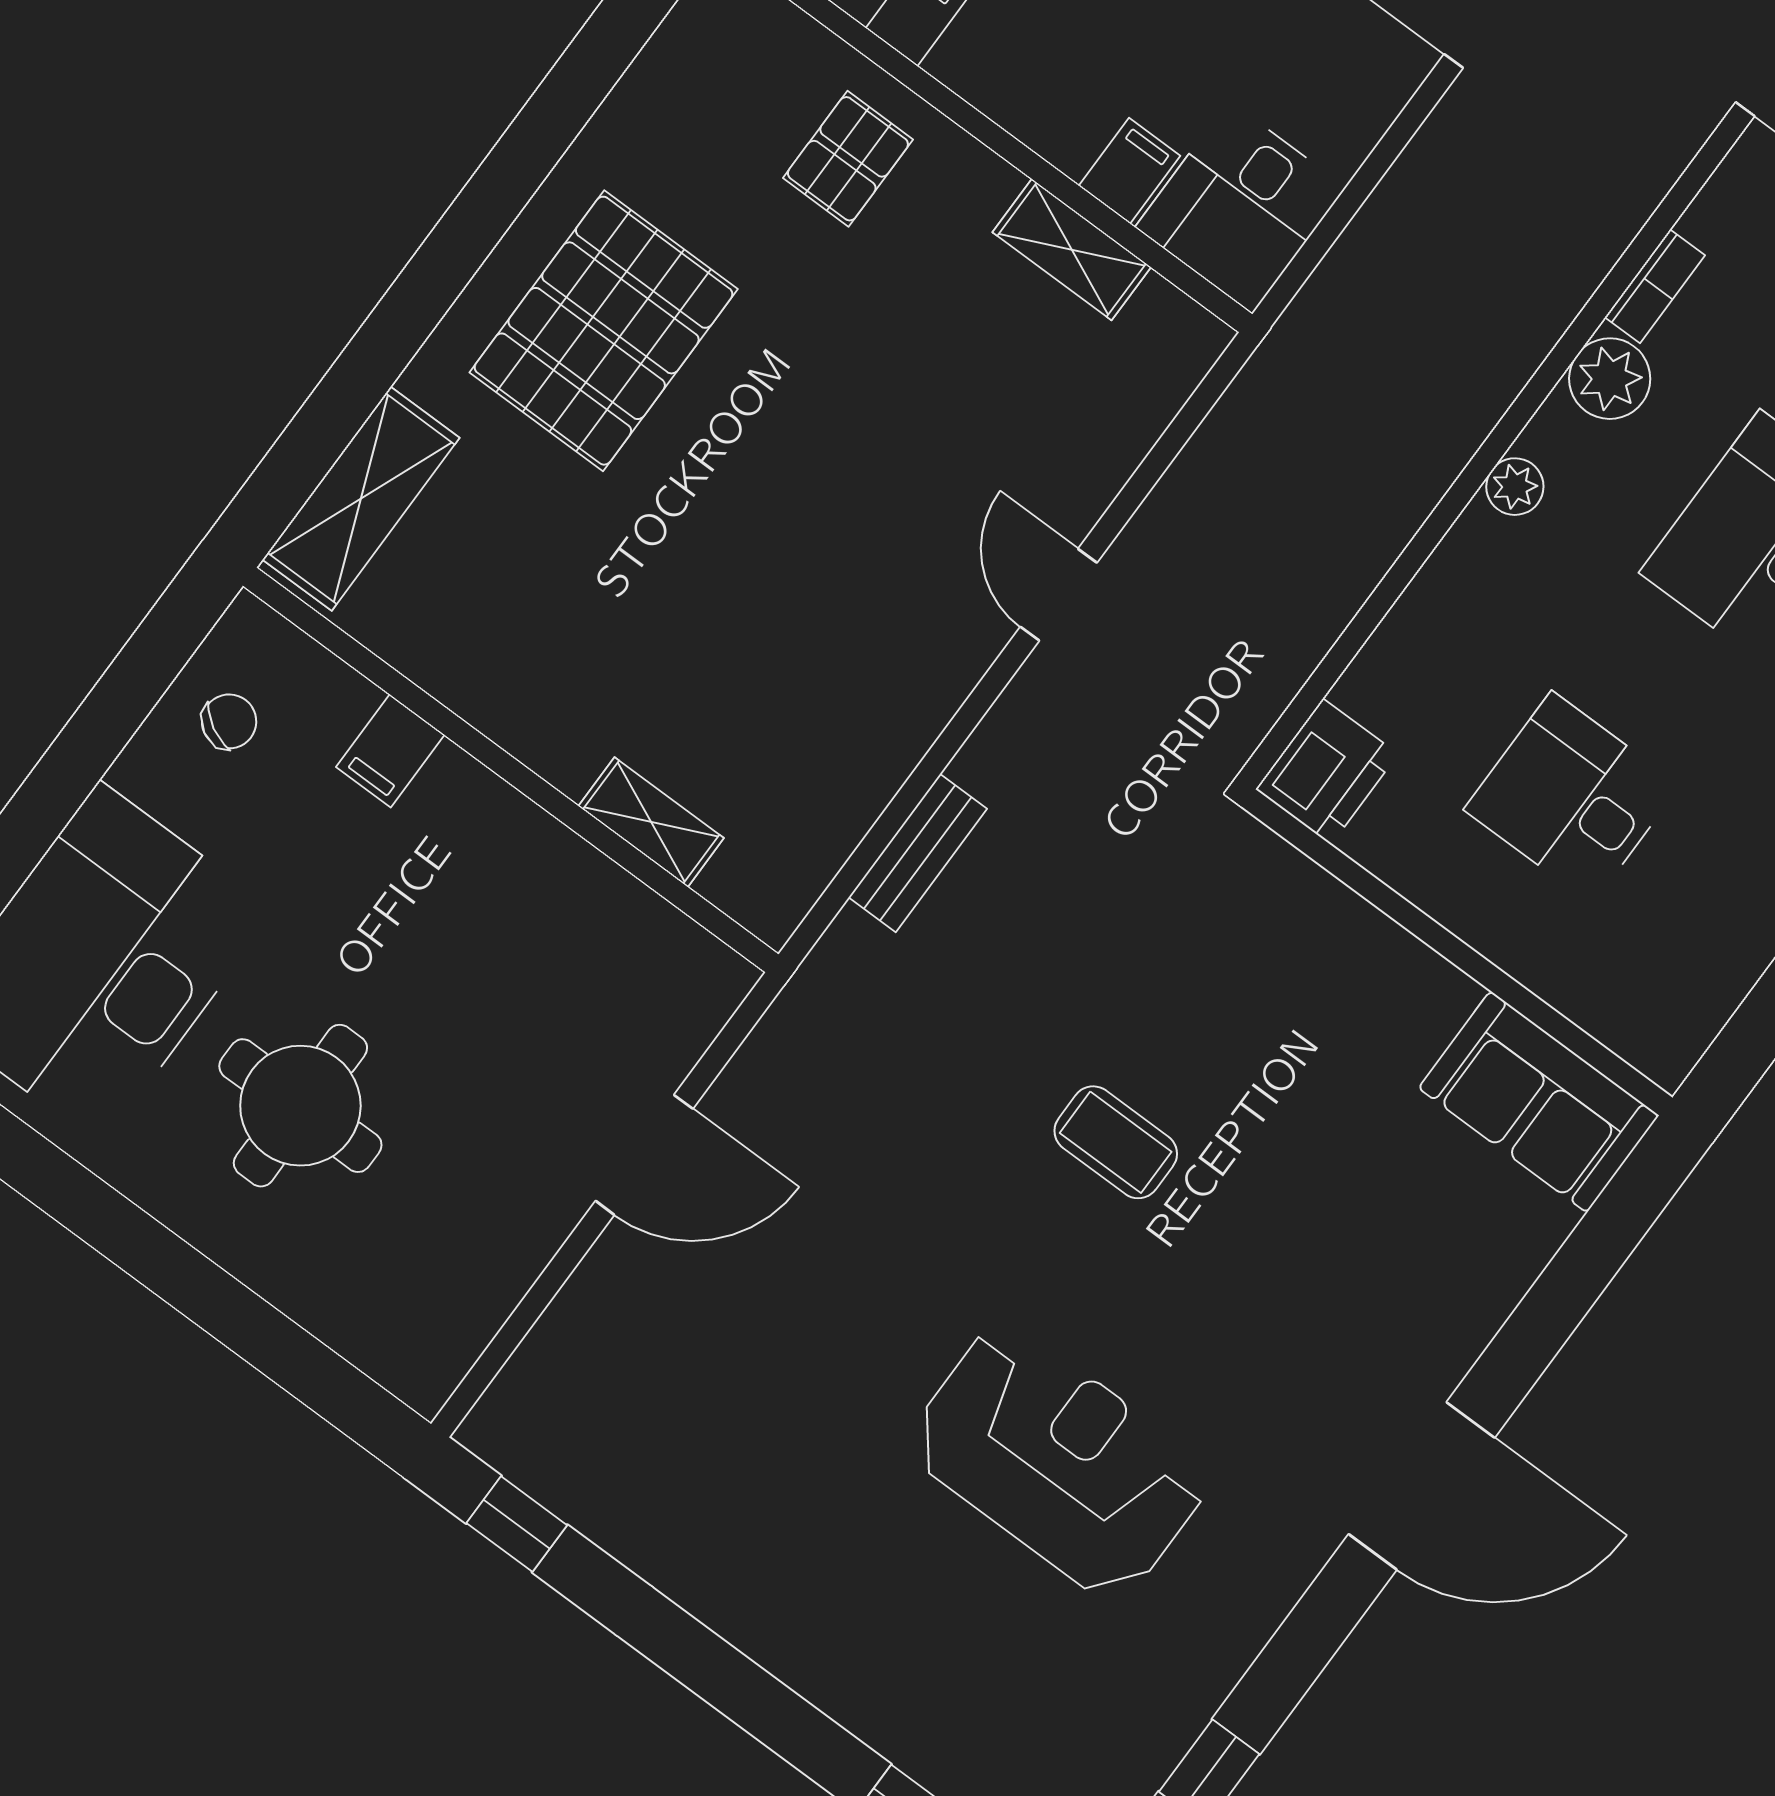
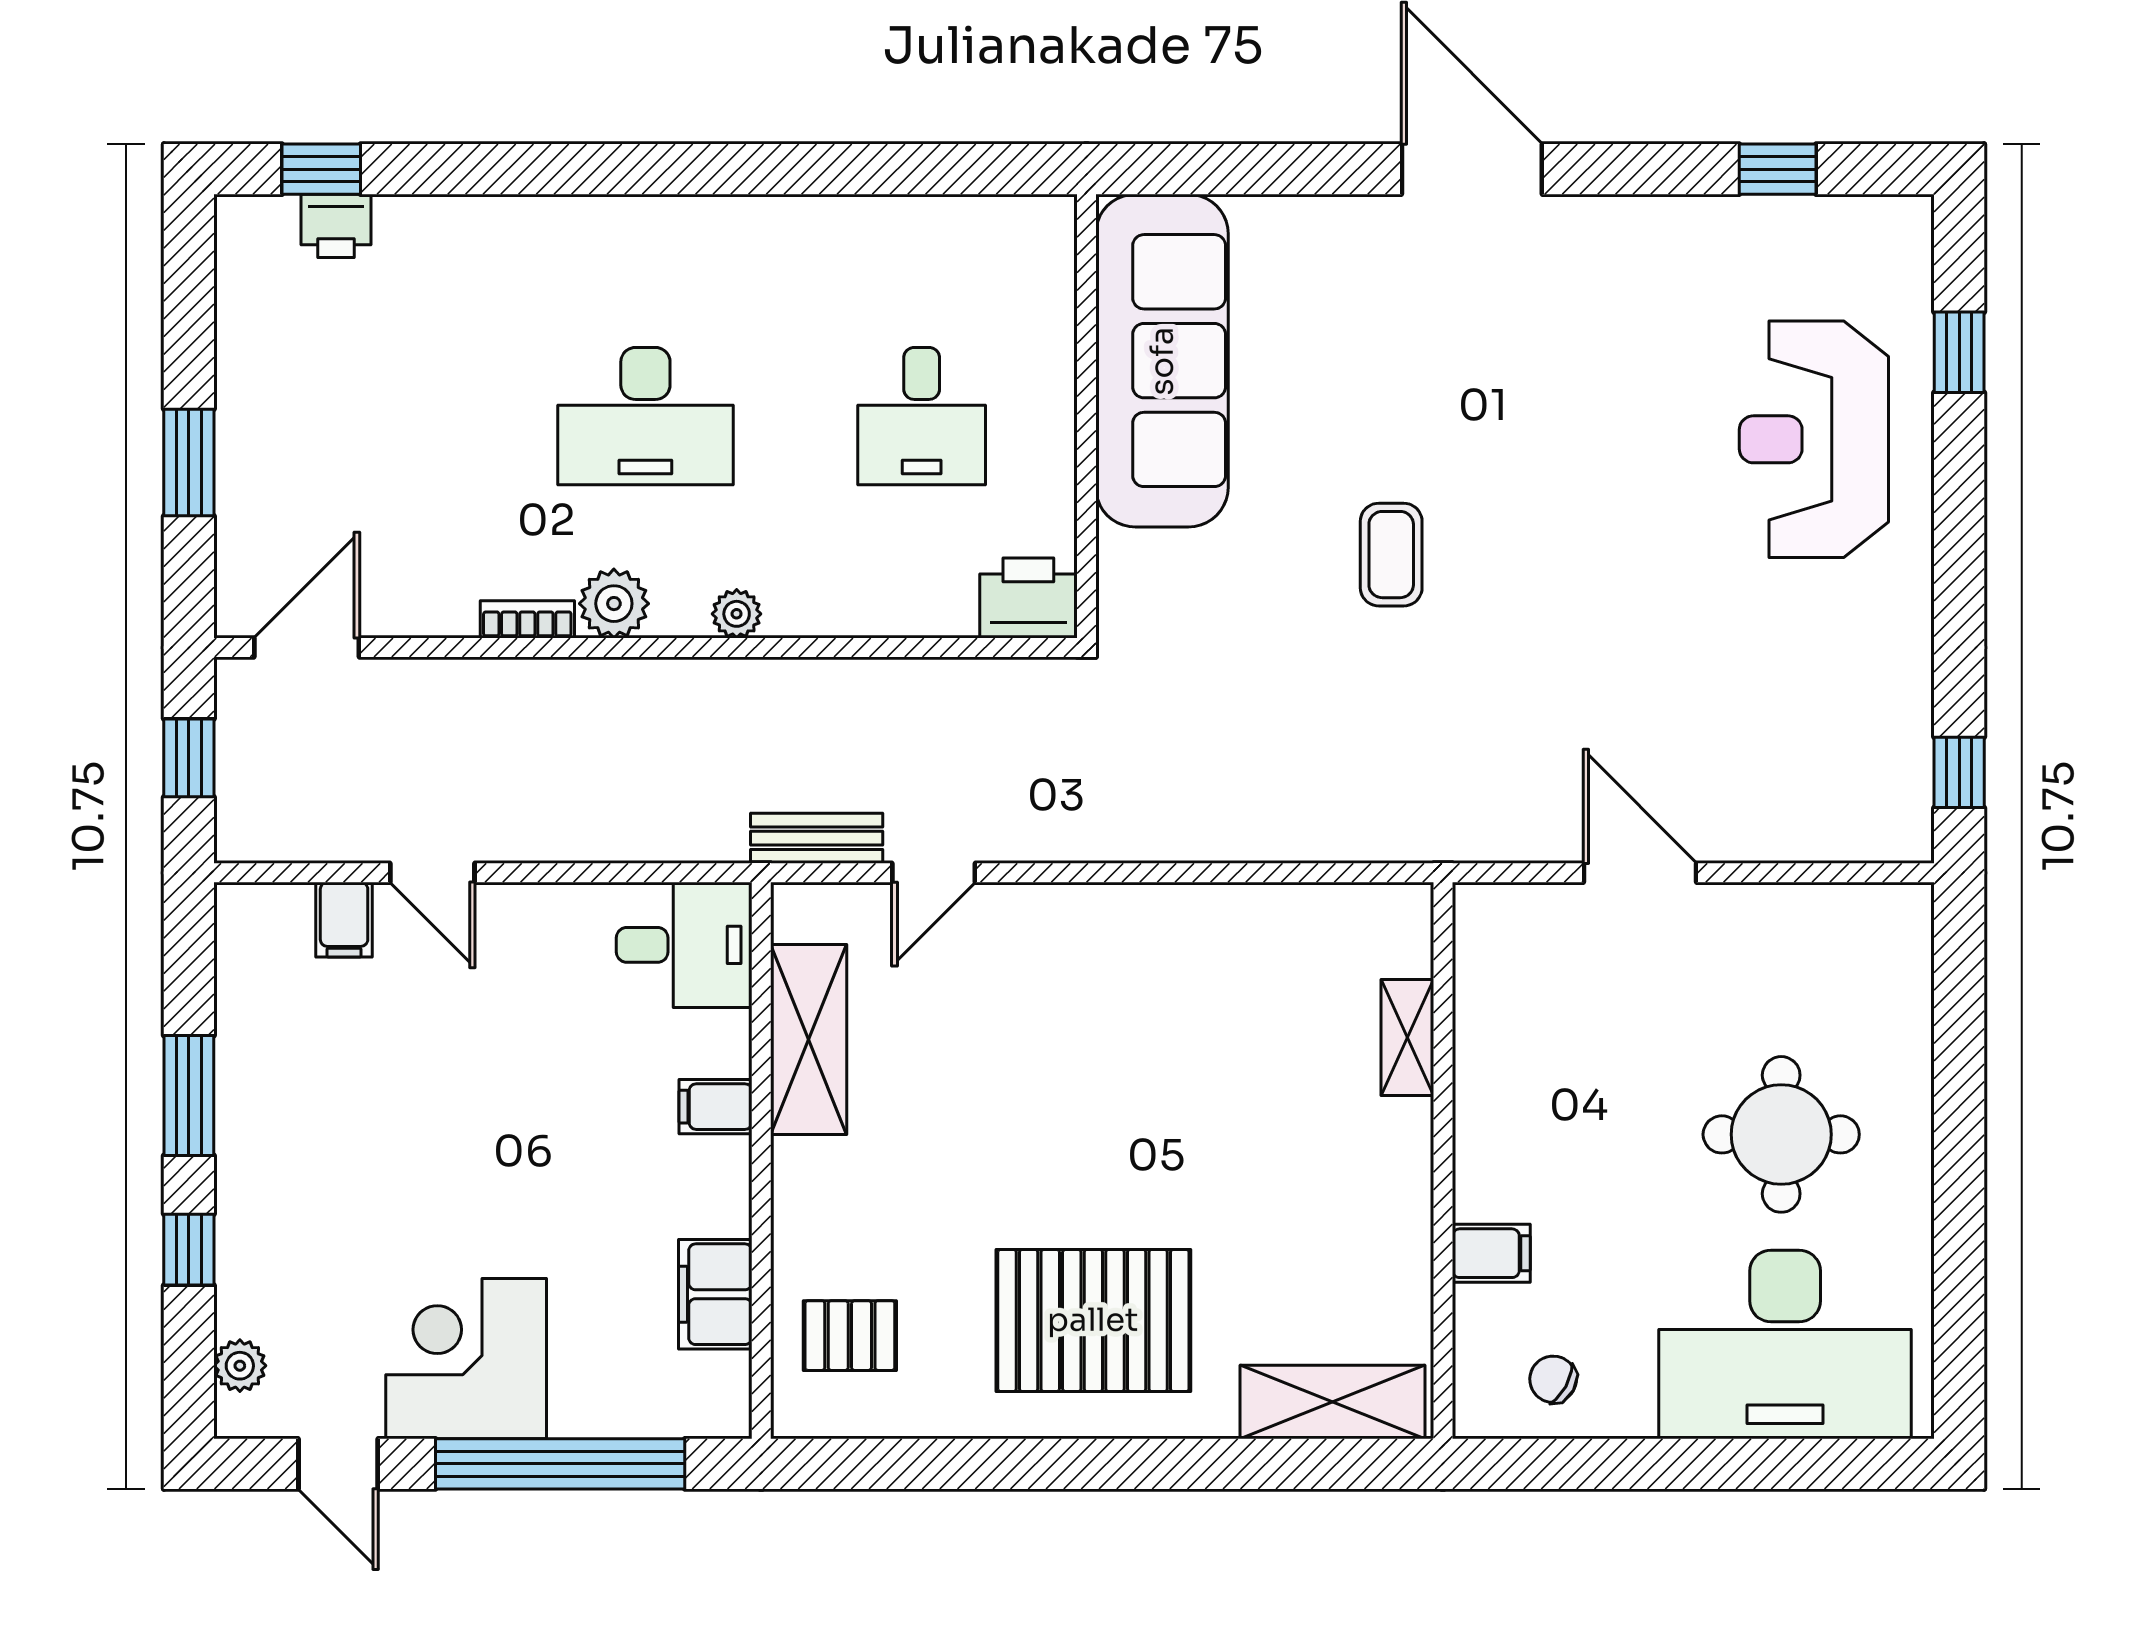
pallet: (848, 159) -> (850, 1336), moved
filing cabinet: (1130, 171) -> (715, 1107), moved
shelving: (1072, 250) -> (809, 1040), width x1.50, depth x1.33
door: (1059, 595) -> (934, 873), moved
bench: (918, 853) -> (817, 838), moved
sofa: (1539, 1102) -> (1162, 361), width x1.85, depth x1.27
reception desk: (1059, 1461) -> (1814, 439), moved

